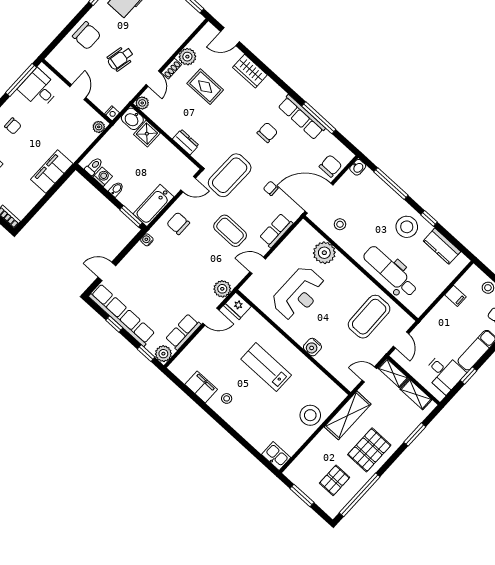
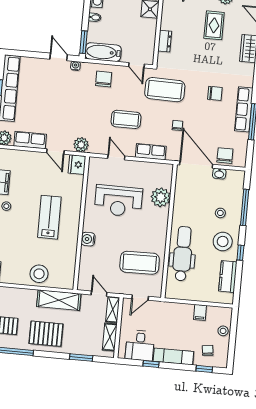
chair: (331, 166) -> (225, 156), turned -90
washbasin: (358, 167) -> (219, 174), moved
stool: (340, 224) -> (220, 213), moved
coffee table: (230, 231) -> (126, 119), turned 90
door: (107, 271) -> (59, 57), moved

